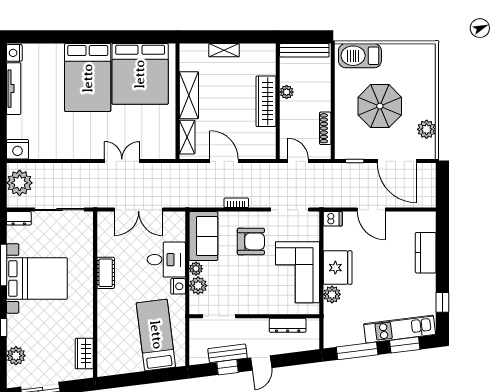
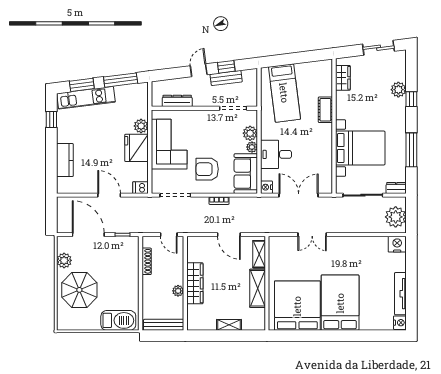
parasol: (380, 106) -> (79, 290), moved
cot: (106, 273) -> (325, 110), moved
bed with nightstands: (37, 278) -> (360, 148), moved, turned 180
nightstand: (178, 286) -> (266, 187), moved
plant: (16, 356) -> (398, 90), moved

